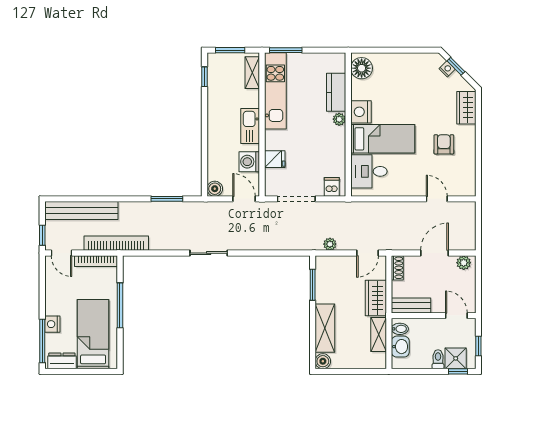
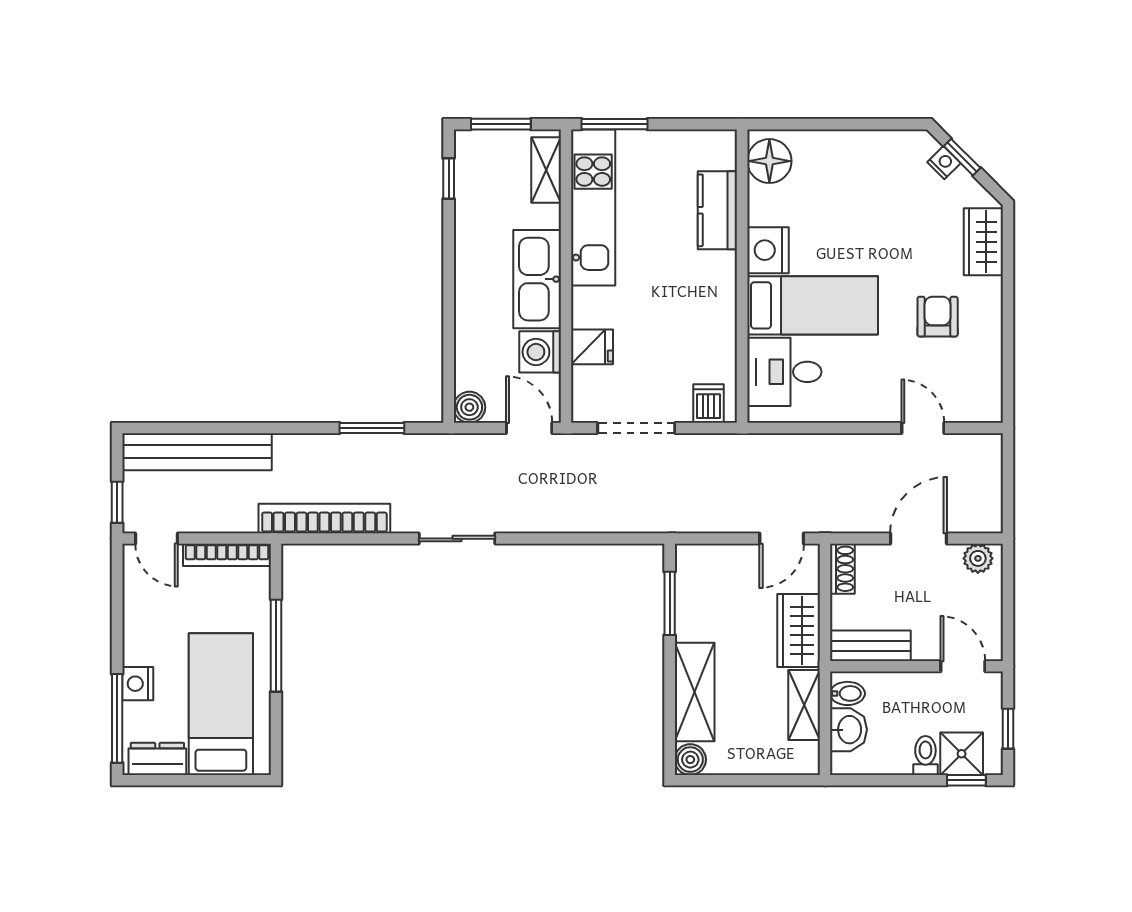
plant: (339, 119) -> (724, 265), removed
kitchen sink: (250, 126) -> (537, 279), width x1.36, depth x1.24
bookcase: (116, 243) -> (324, 518), moved
plant: (330, 244) -> (705, 520), removed

